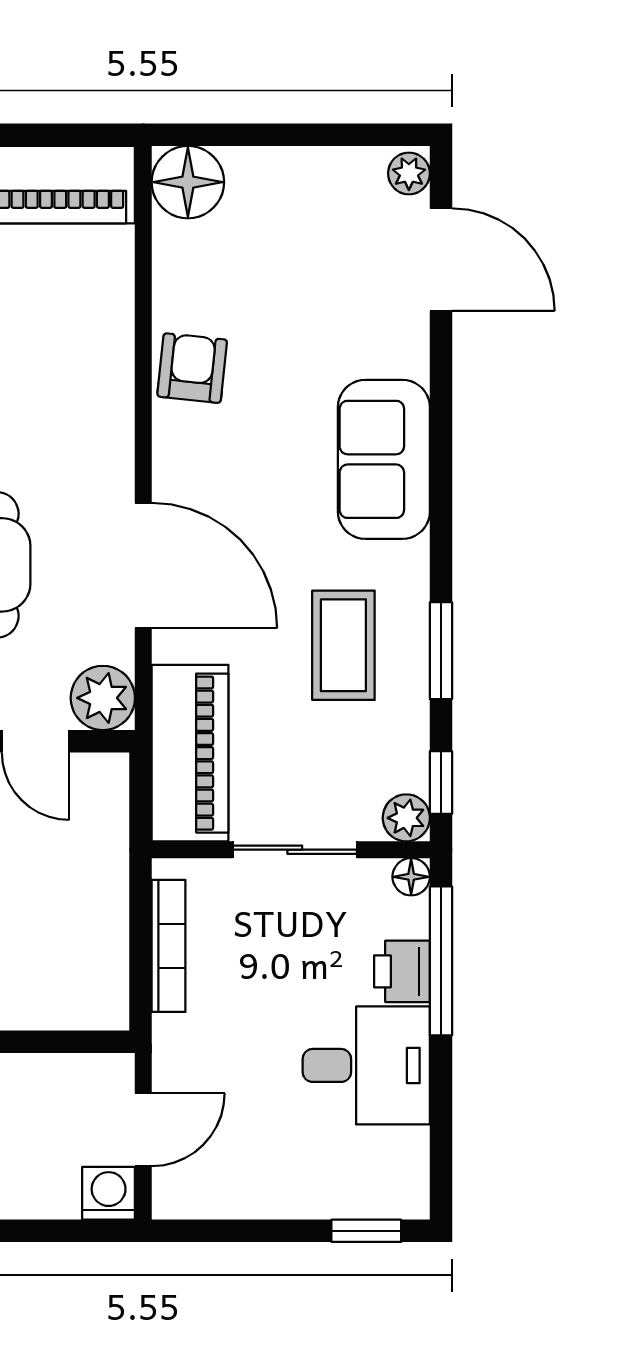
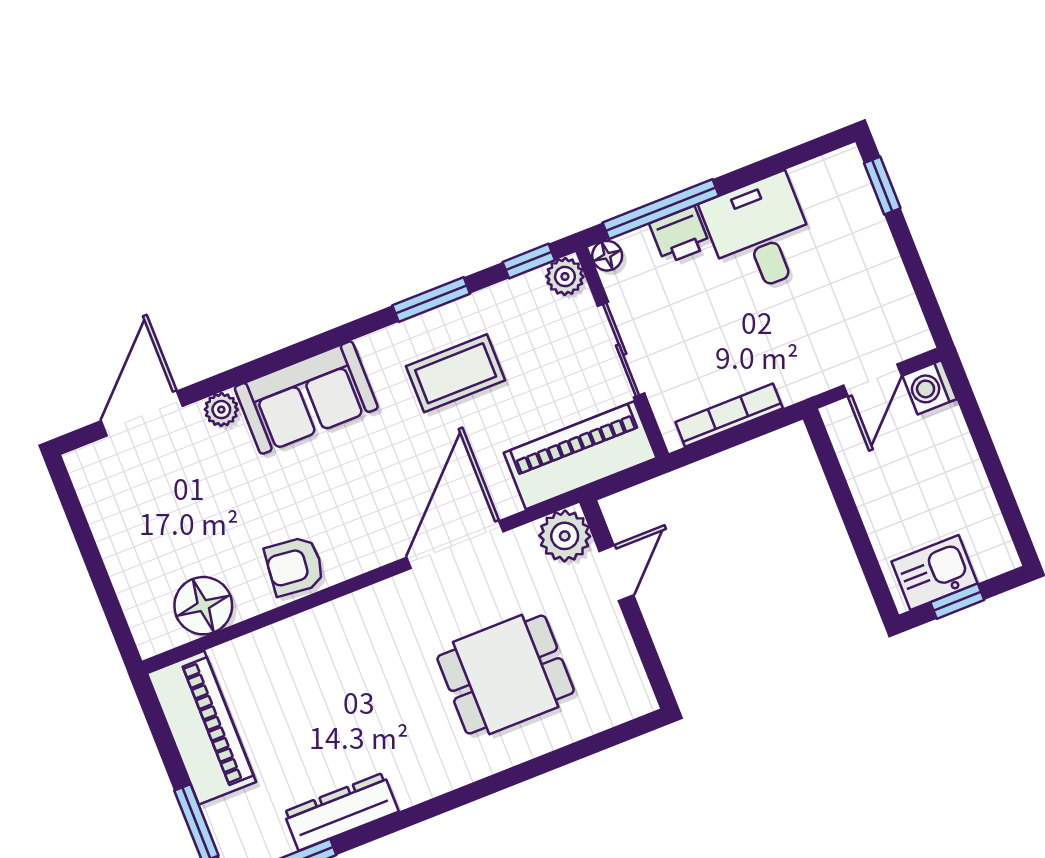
plant: (409, 173) -> (221, 410), moved
floor lamp: (188, 182) -> (203, 606), moved
door: (143, 1130) -> (872, 380), swing flipped

